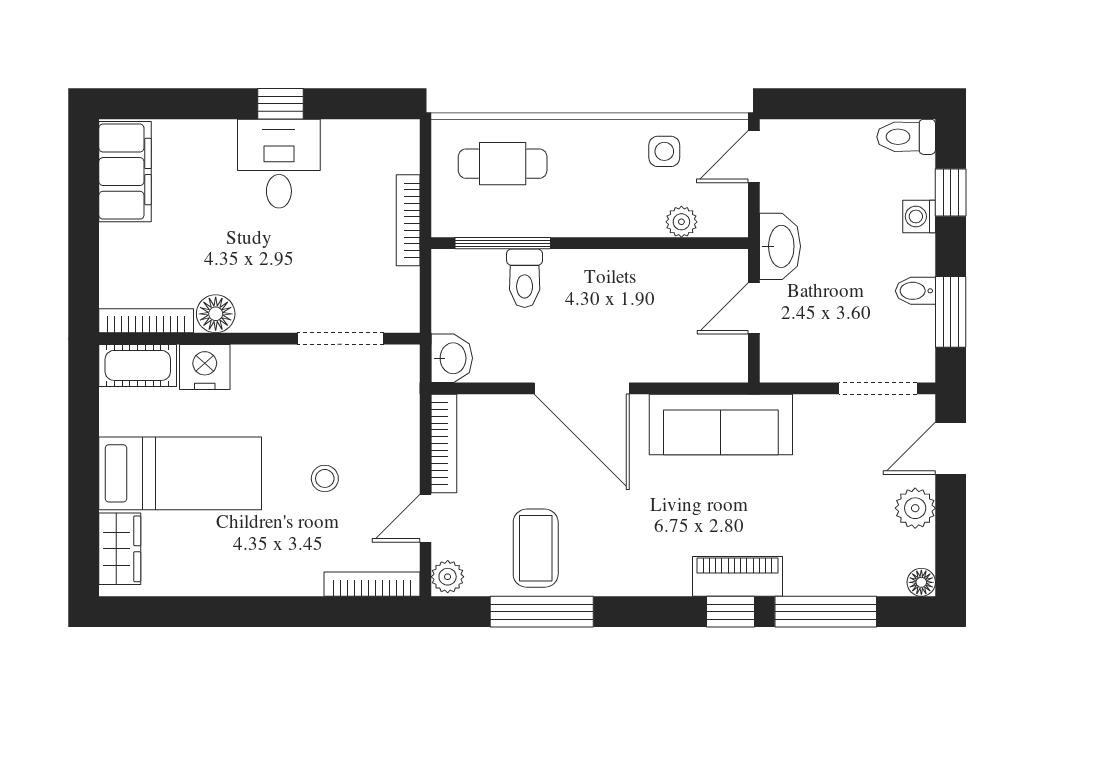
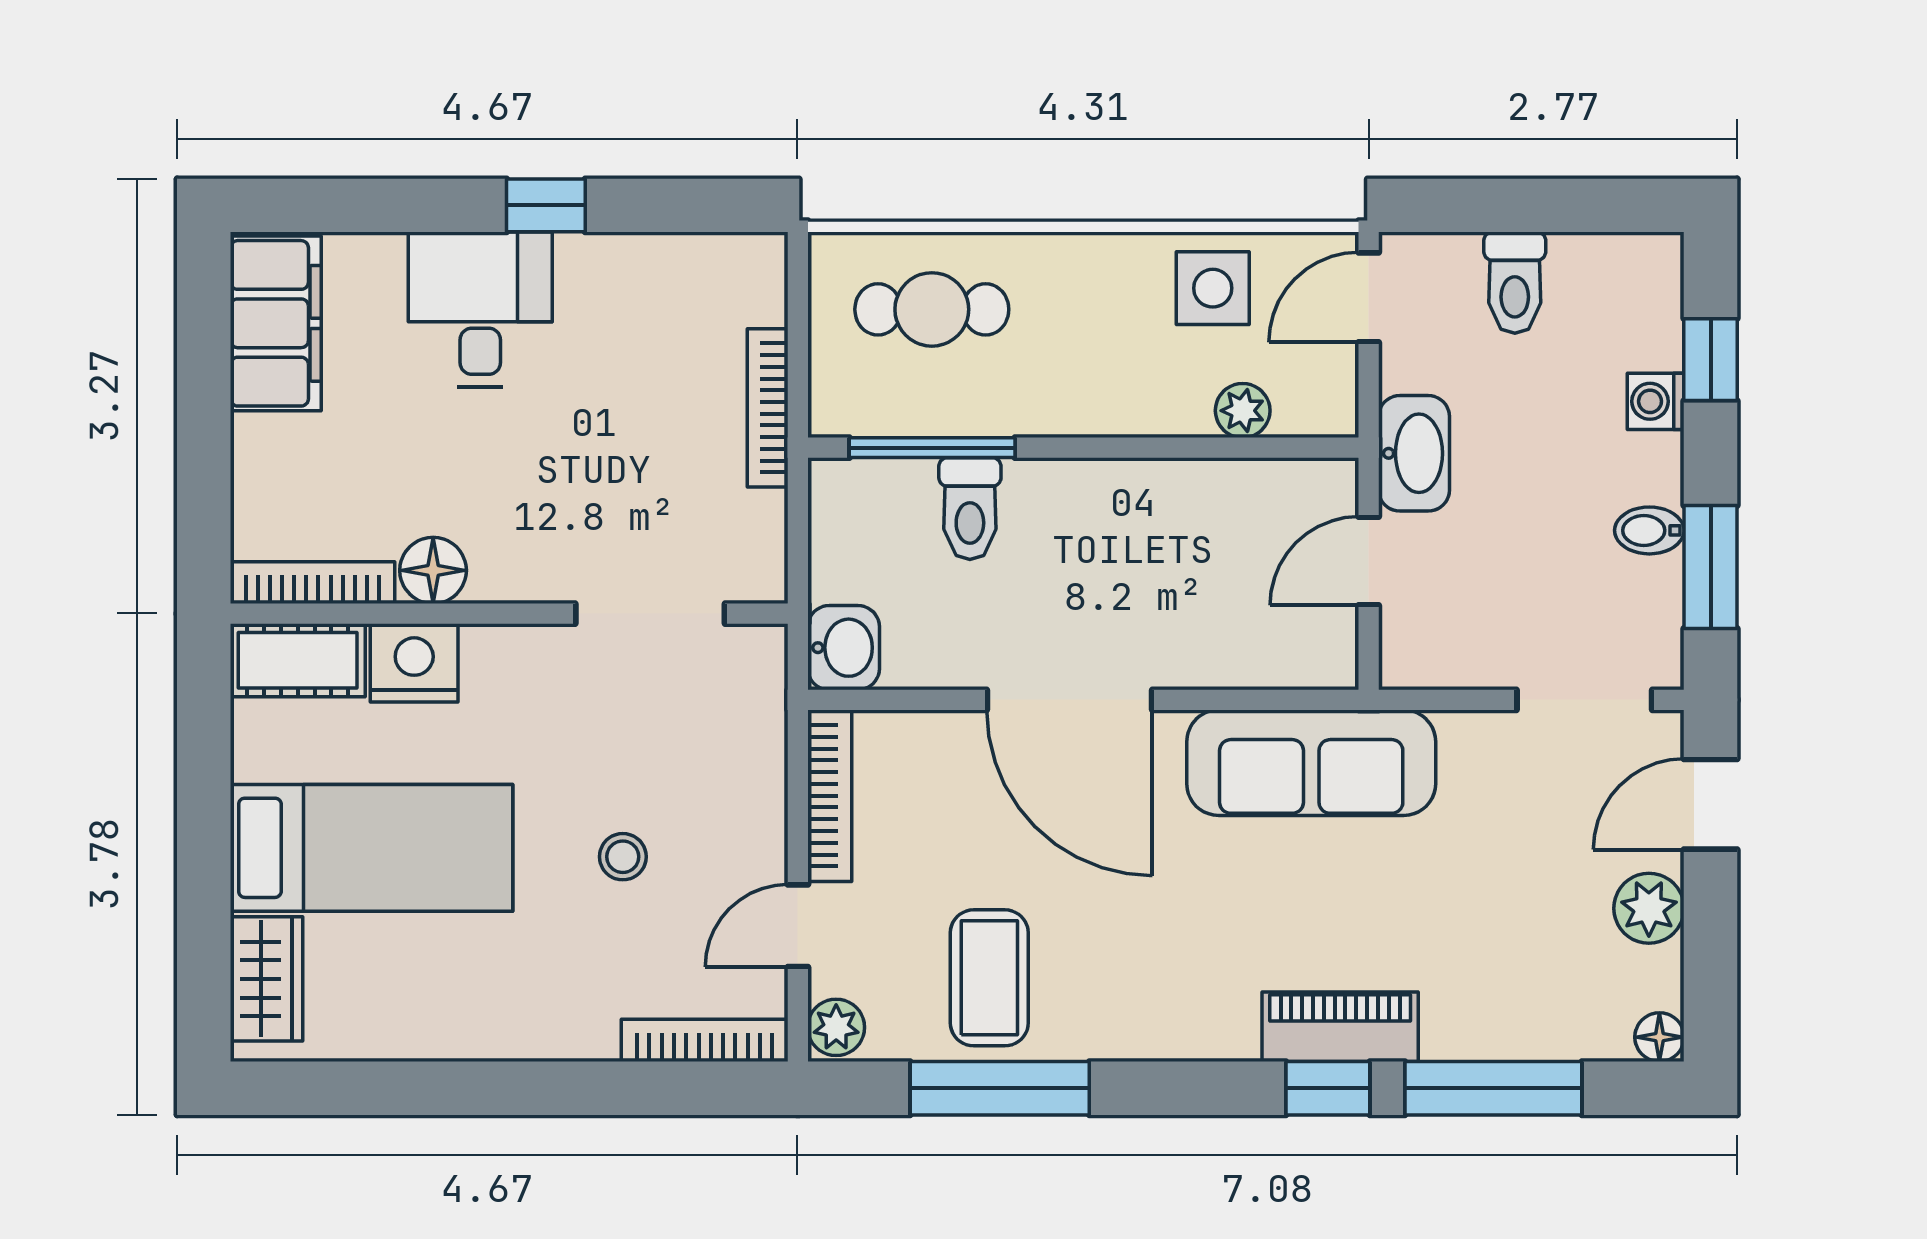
toilet: (906, 137) -> (1515, 283), moved, turned -90
side table: (664, 151) -> (1213, 288), width x1.37, depth x1.37
desk: (279, 164) -> (480, 309), moved

